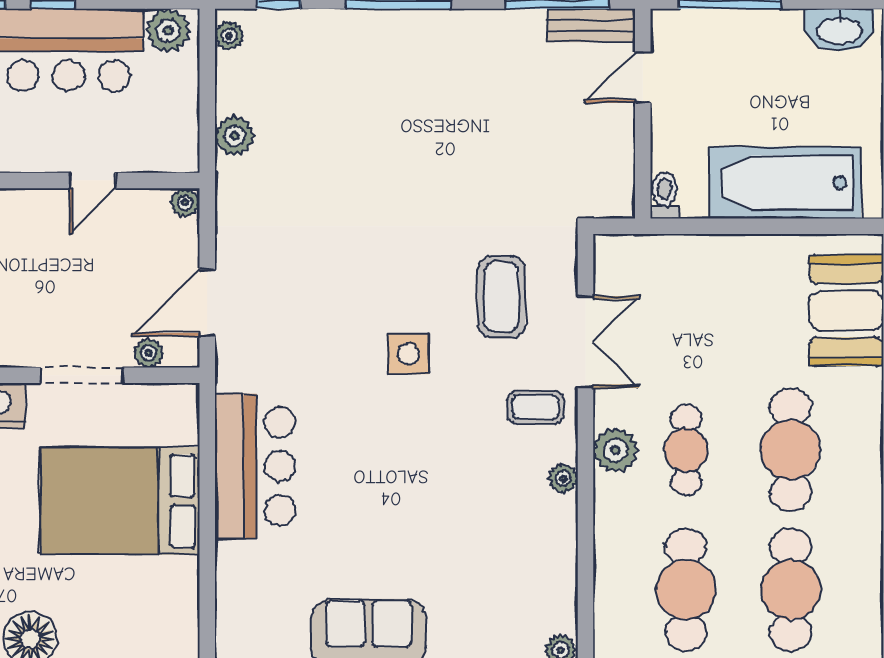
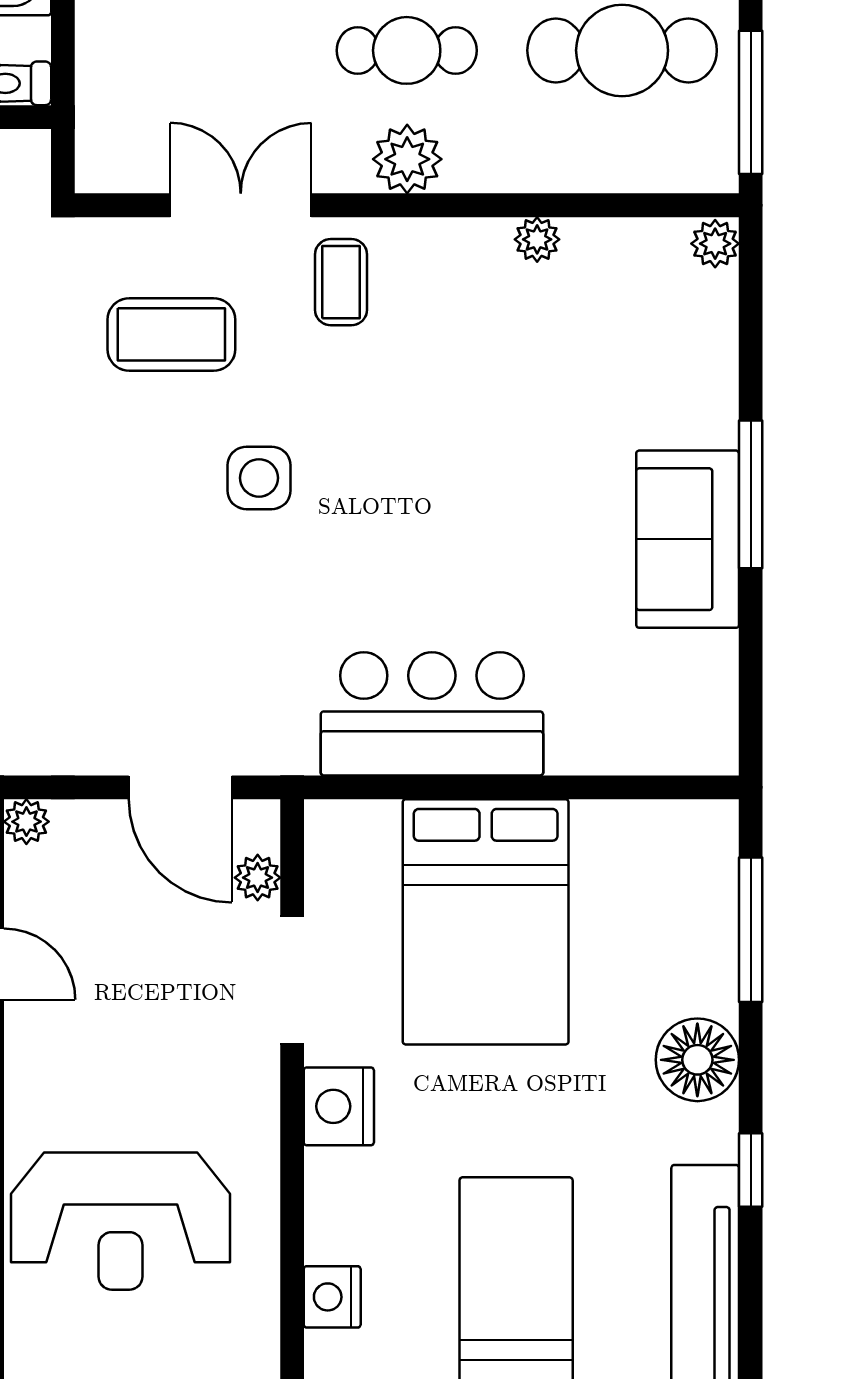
plant: (563, 478) -> (537, 239), moved

